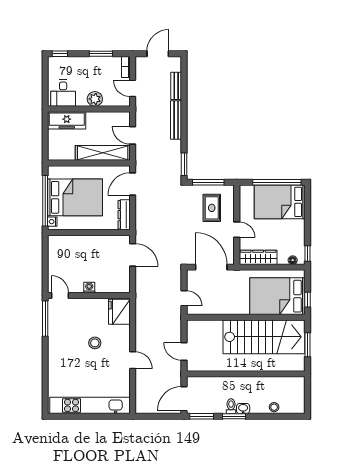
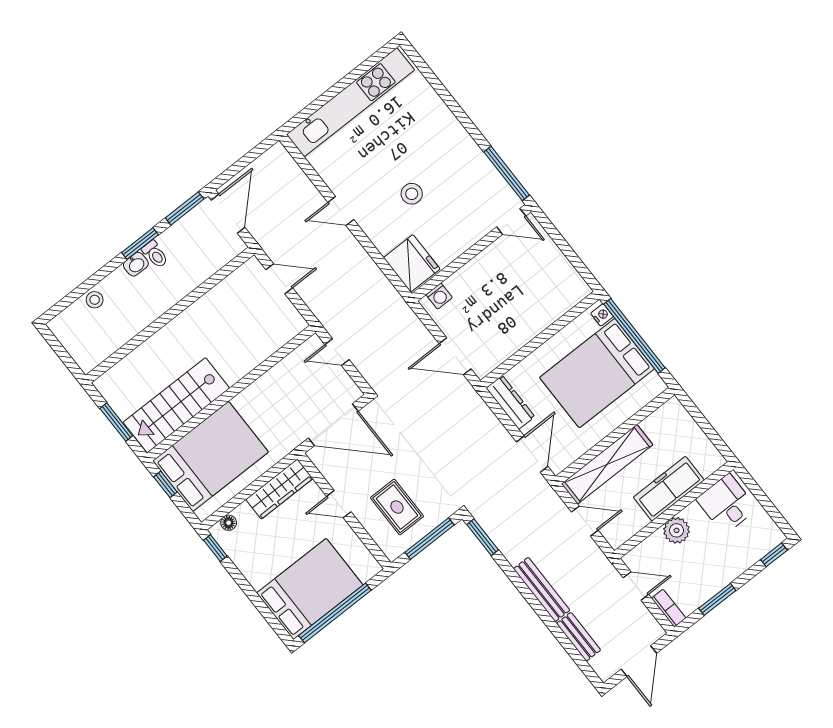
freezer: (67, 120) -> (669, 489), moved
washing machine: (89, 287) -> (439, 296), moved
stairs: (264, 337) -> (176, 405), width x0.73, depth x0.66

